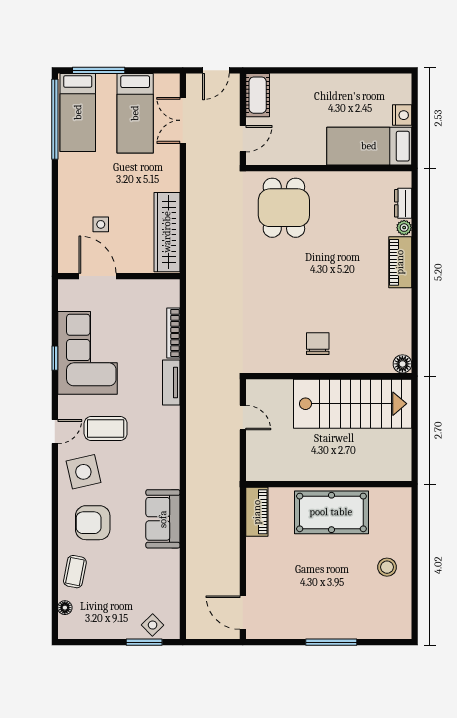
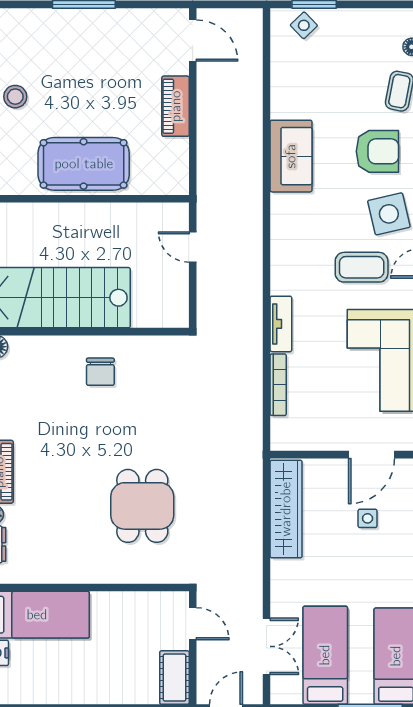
door: (243, 139) -> (193, 624), swing flipped
dining table: (284, 208) -> (142, 506), moved
door: (98, 276) -> (372, 455), hinge flipped
door: (243, 417) -> (193, 247), moved
piano: (257, 512) -> (176, 106), moved

